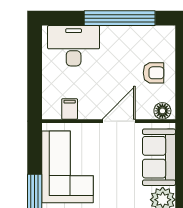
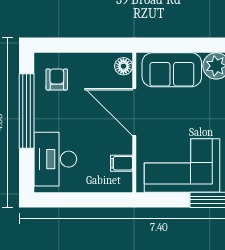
armchair: (154, 73) -> (57, 79), moved
door: (119, 121) -> (134, 112), width x1.36

